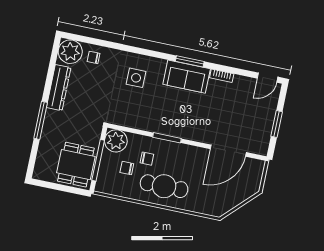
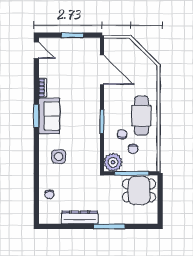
plant: (70, 52) -> (49, 214), removed

